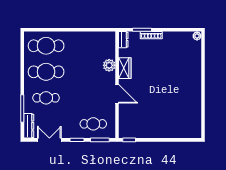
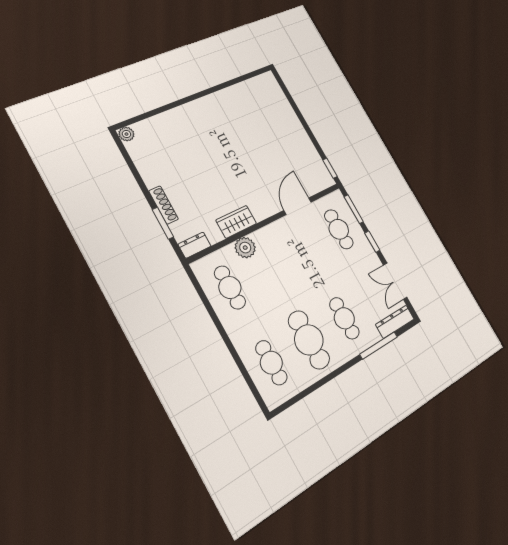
cafe table: (46, 46) -> (271, 363), width x0.73, depth x0.74
cafe table: (93, 46) -> (230, 287), added
door: (117, 94) -> (298, 206), moved

